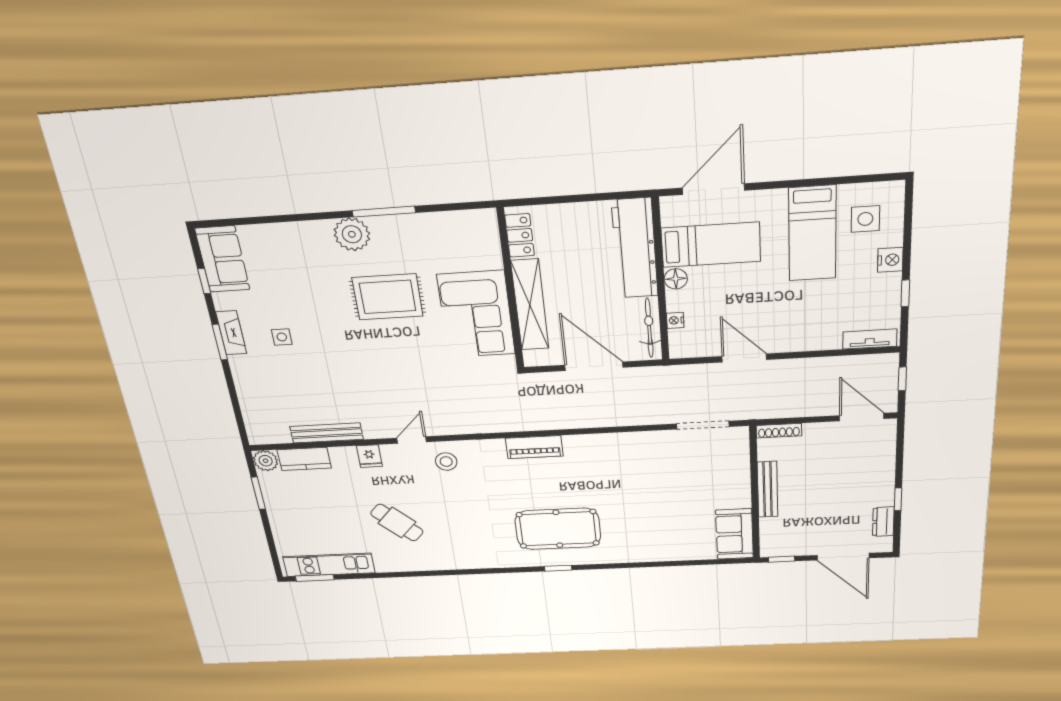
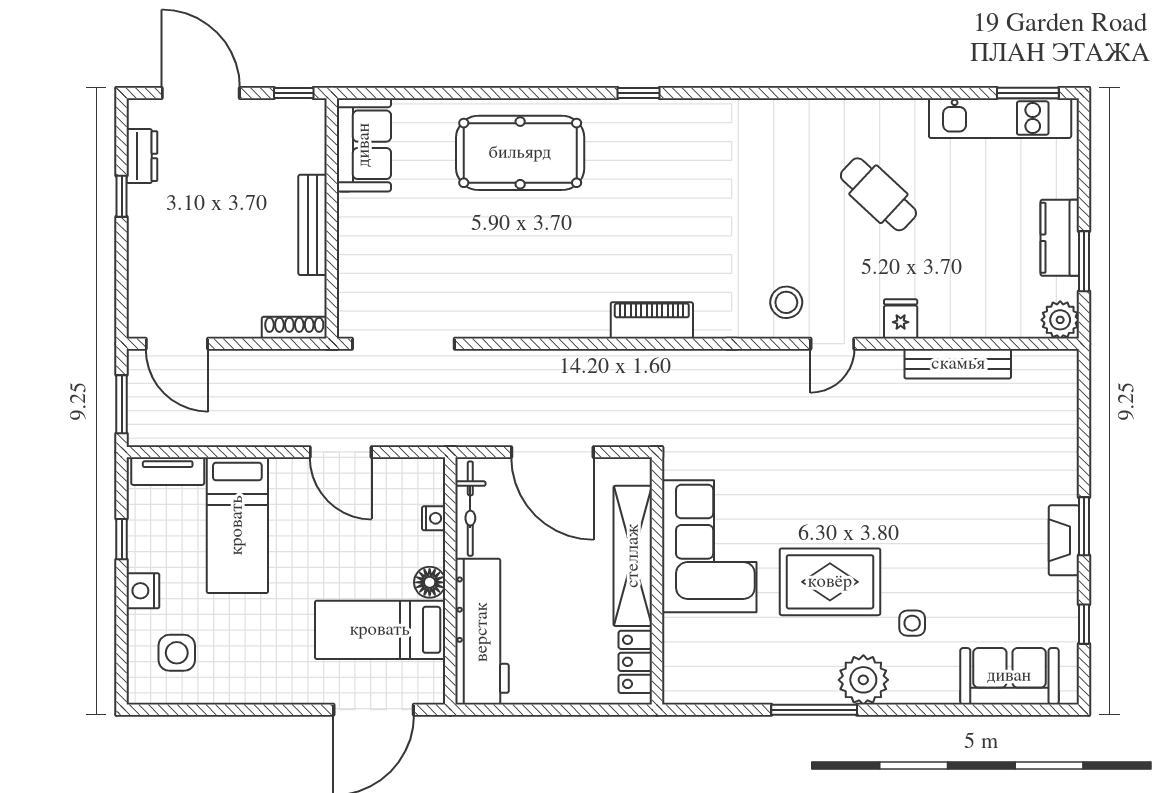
bed: (812, 234) -> (237, 525), moved, turned 180
sofa: (222, 259) -> (1009, 676), moved, turned 90
side table: (282, 337) -> (912, 623), moved
window: (902, 379) -> (122, 404), width x1.50
doorway: (703, 425) -> (403, 344), width x1.36
kitchen counter: (304, 459) -> (1060, 238), moved, turned -90
pool table: (558, 529) -> (520, 153), moved

